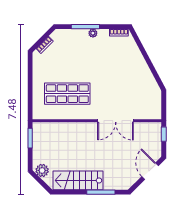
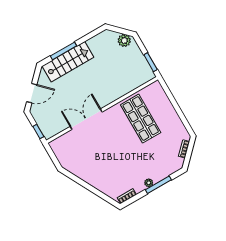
shop shelf: (67, 94) -> (141, 119), turned 90
door: (150, 171) -> (32, 93), hinge flipped
stairs: (78, 180) -> (68, 62), moved

